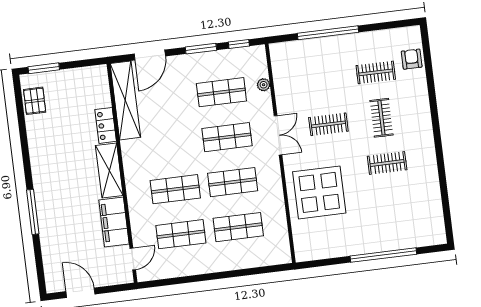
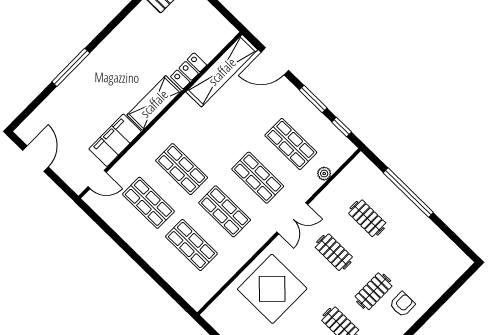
armchair: (412, 59) -> (402, 304), moved
clothes rail: (376, 72) -> (367, 218), moved

